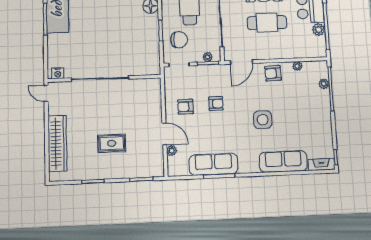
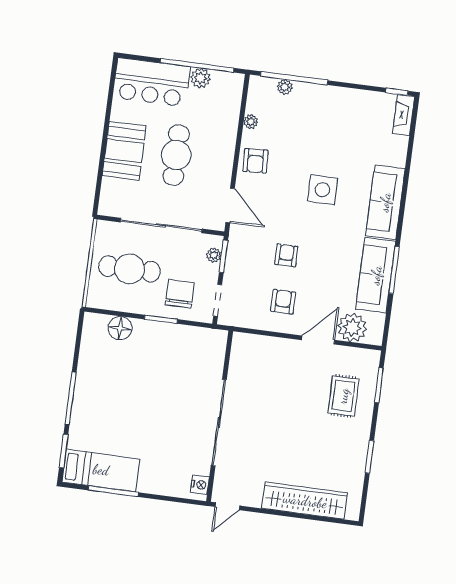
armchair: (185, 107) -> (283, 302), turned 180
rug: (112, 143) -> (343, 396), moved
plant: (172, 151) -> (352, 327), width x1.88, depth x1.88
sofa: (283, 162) -> (385, 202), moved

